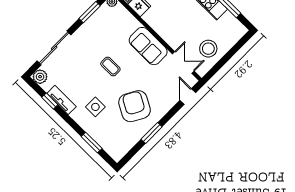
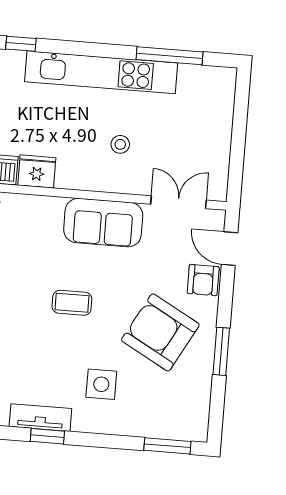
stool: (208, 49) -> (120, 144), moved, width x0.53, depth x0.53
armchair: (168, 100) -> (203, 280), added
window: (50, 101) -> (47, 436), moved
window: (92, 142) -> (167, 446), moved

